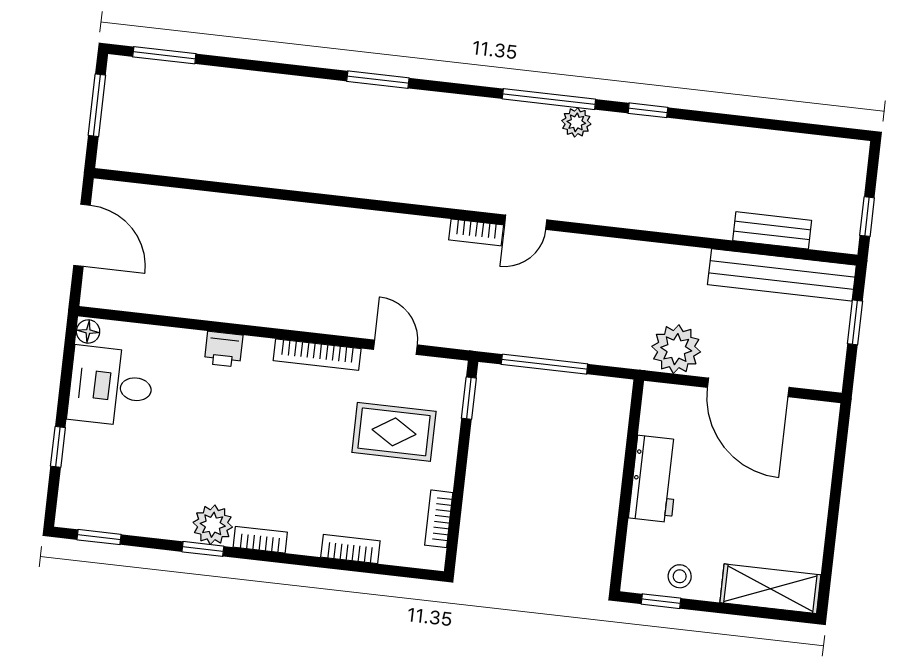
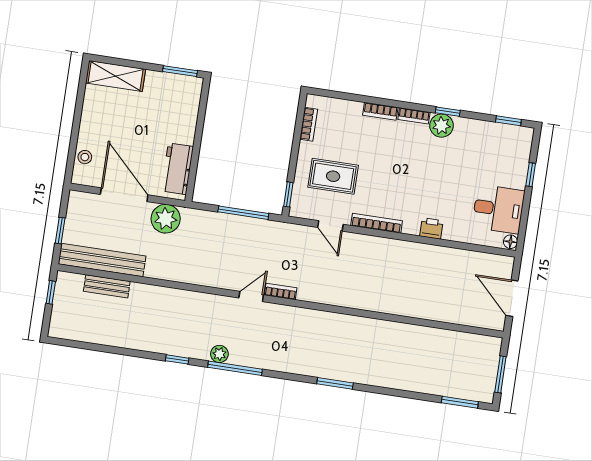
workbench: (654, 479) -> (177, 169), moved
bookcase: (350, 549) -> (380, 111), moved
stool: (680, 576) -> (85, 157), moved
window: (661, 601) -> (180, 71), width x1.50

